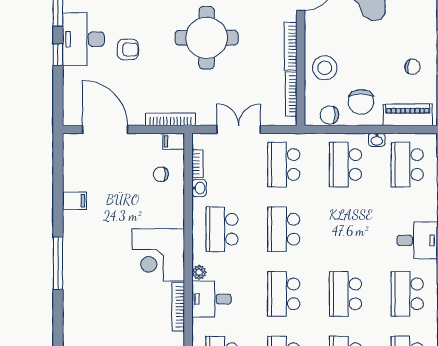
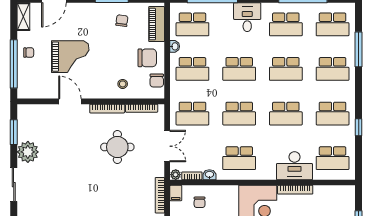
round table: (207, 38) -> (117, 147), moved, width x0.73, depth x0.73
stool: (325, 68) -> (123, 84), width x0.53, depth x0.53
double door: (239, 129) -> (167, 146), swing flipped
school desk: (345, 229) -> (239, 69), added
plant: (199, 272) -> (176, 175), moved
desk: (211, 299) -> (294, 166), width x1.37

